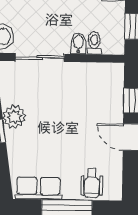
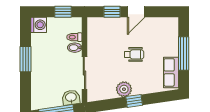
wheelchair: (92, 183) -> (134, 54), moved

